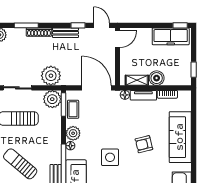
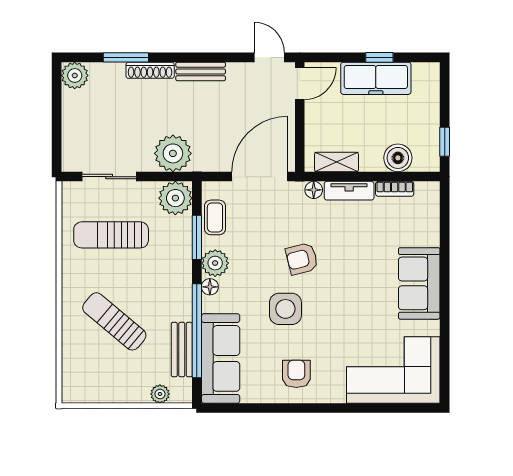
window: (78, 25) -> (224, 57), removed
window: (180, 25) -> (379, 57), moved
freezer: (171, 36) -> (376, 78), moved
boiler: (157, 78) -> (398, 158), moved
door: (97, 88) -> (260, 177), hinge flipped
window: (64, 105) -> (197, 237), moved
sofa: (180, 137) -> (419, 283), width x0.73
armchair: (144, 144) -> (302, 259), moved

